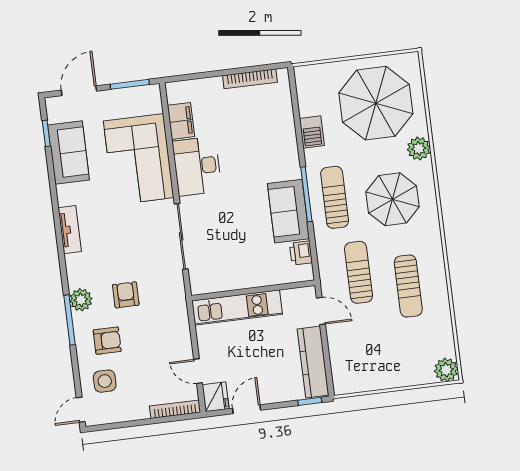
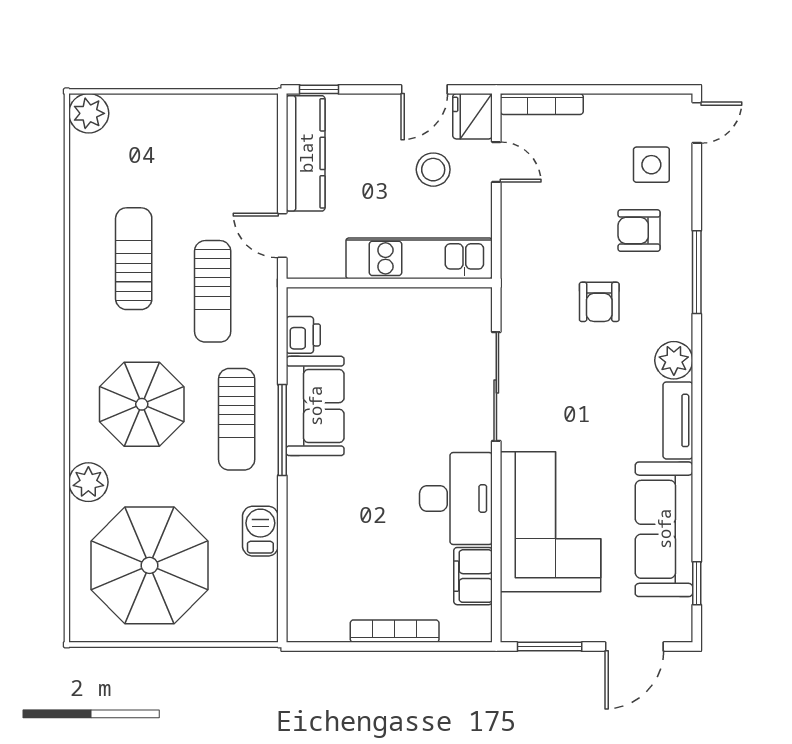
bookcase: (250, 79) -> (395, 631), moved
sofa: (69, 153) -> (664, 529), width x1.36
plant: (81, 300) -> (674, 360), moved
stool: (235, 362) -> (433, 170), added

